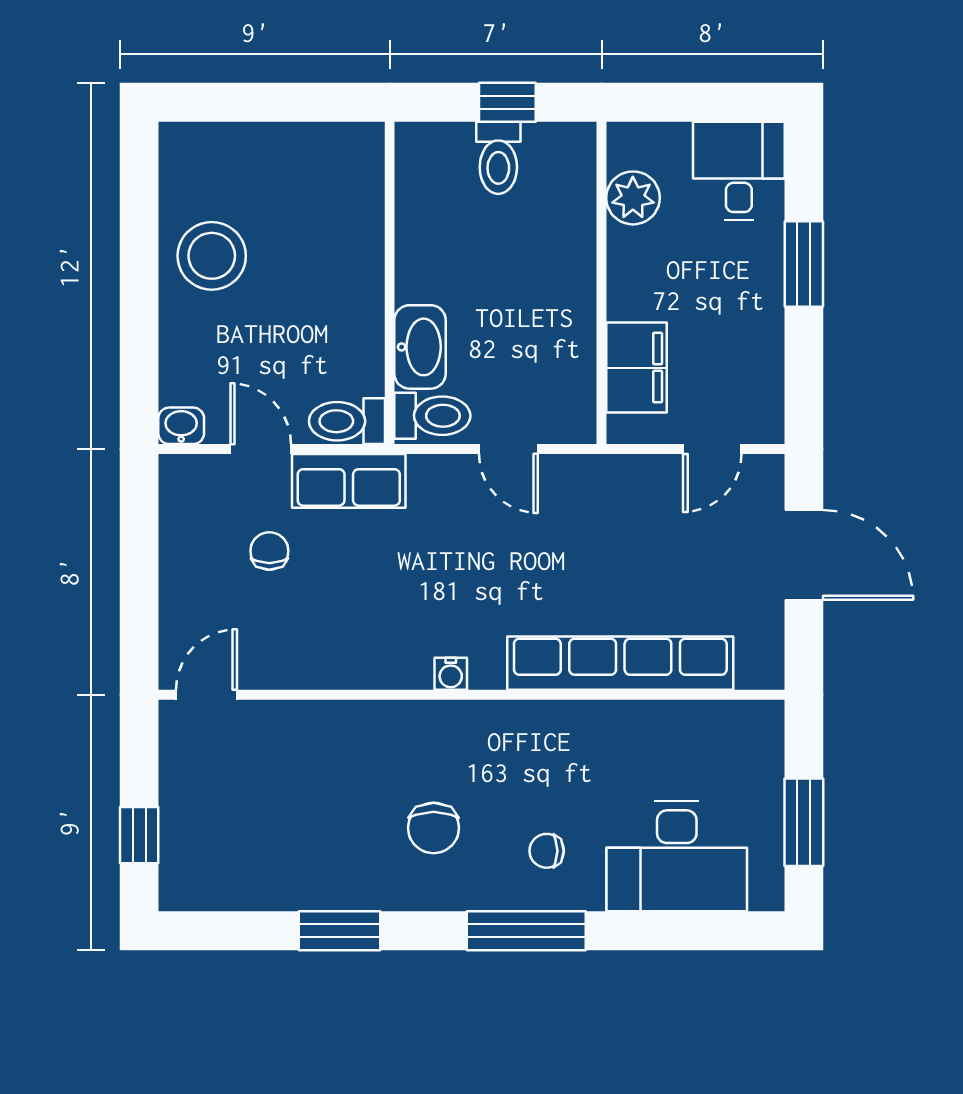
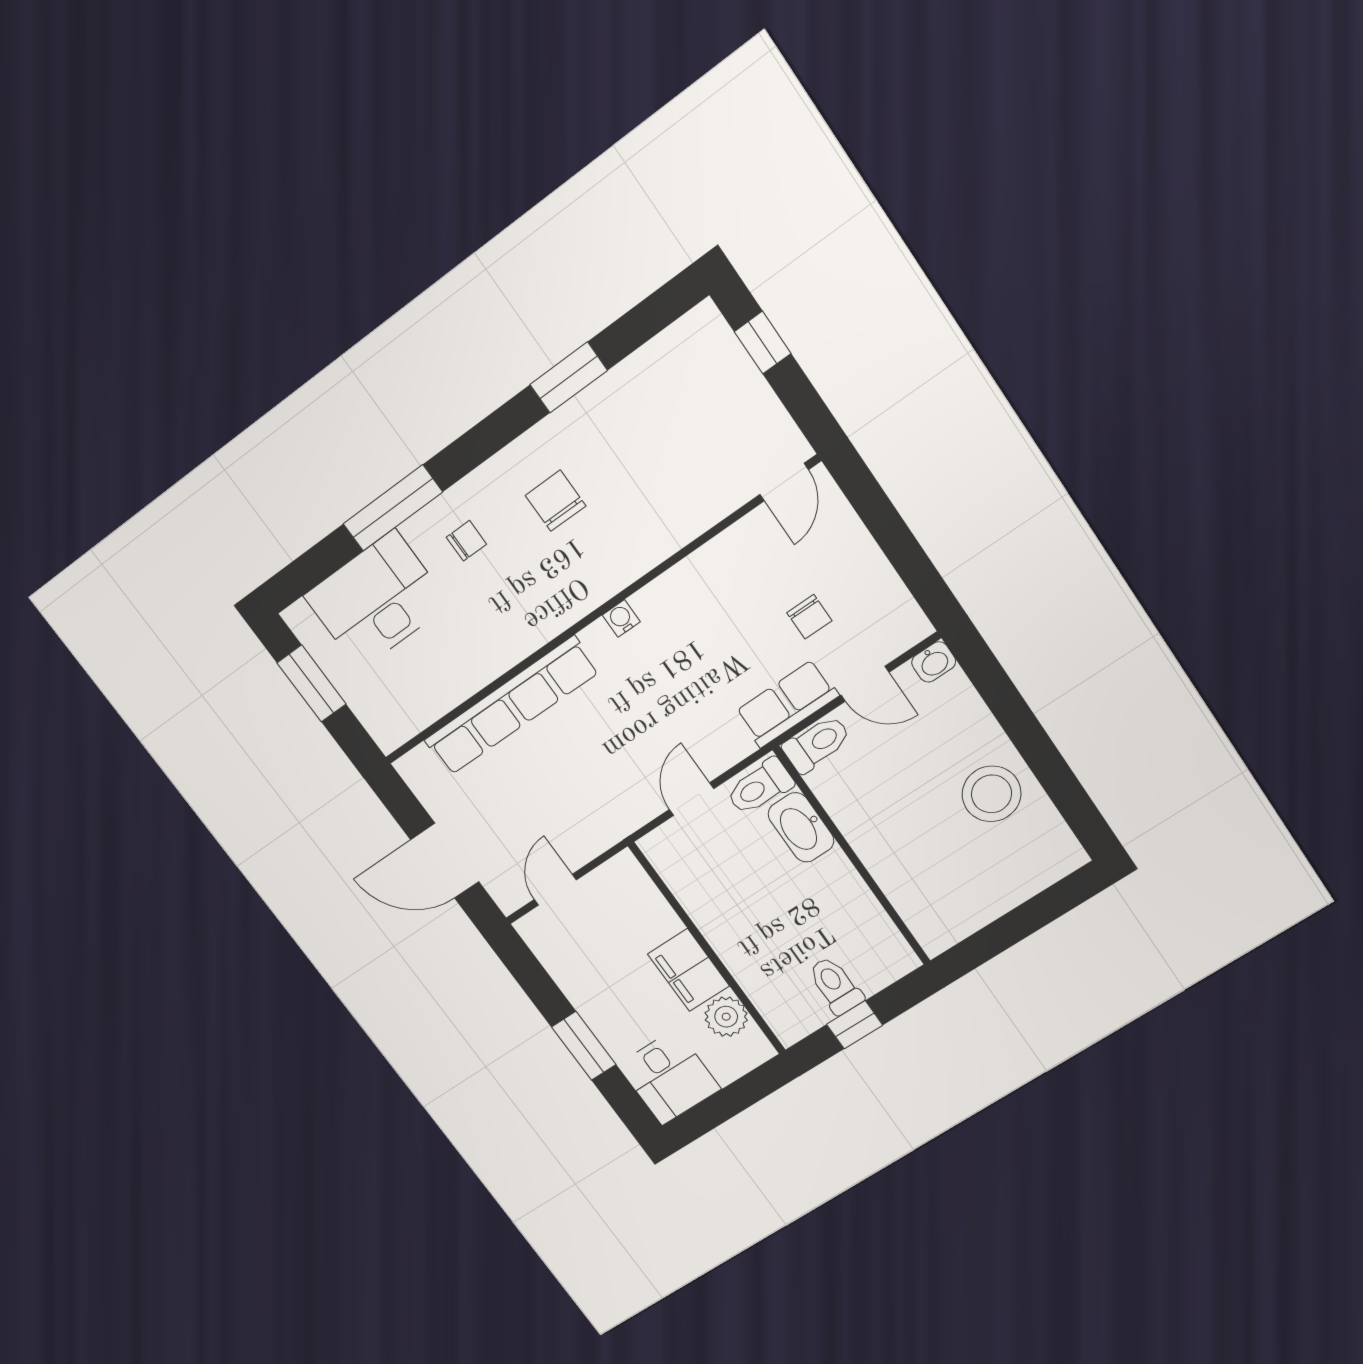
filing cabinet: (637, 368) -> (689, 970), moved
door: (508, 449) -> (692, 799), hinge flipped
window: (526, 931) -> (393, 508), moved

